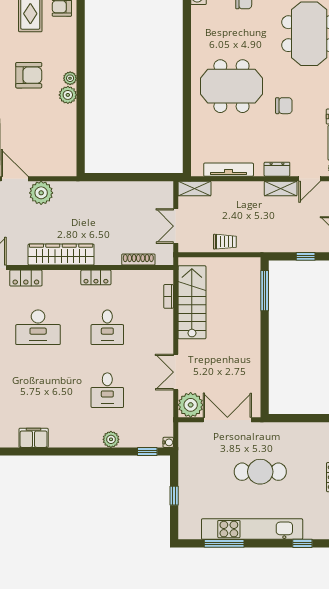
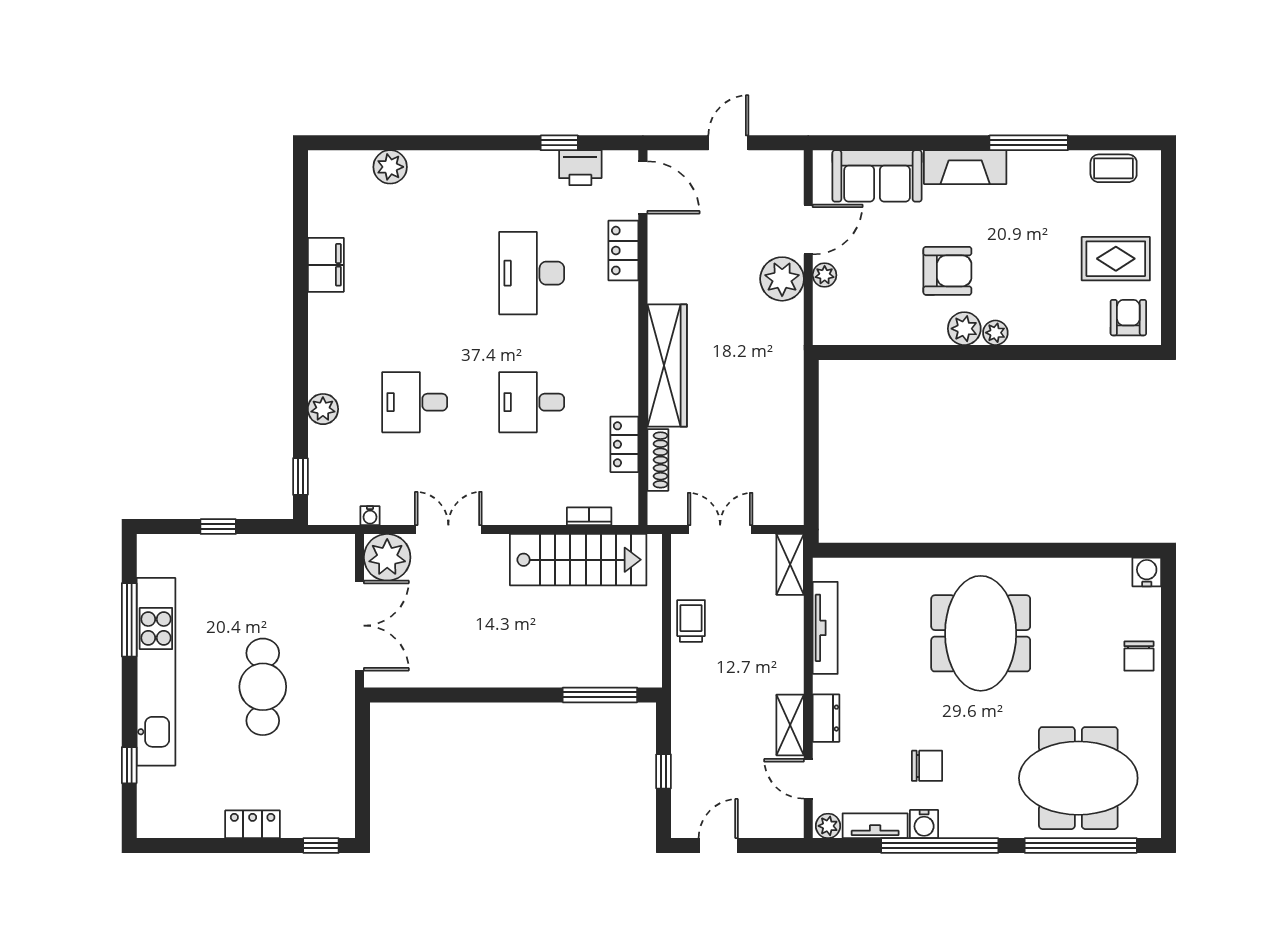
armchair: (29, 75) -> (947, 271), moved, turned -90
chair: (284, 106) -> (927, 766), moved, turned -90
plant: (39, 170) -> (825, 275), added
trolley: (225, 242) -> (691, 621), turned 180
wardrobe: (61, 255) -> (667, 366), moved
locker: (96, 277) -> (624, 444), moved
water cooler: (168, 442) -> (370, 516), moved

